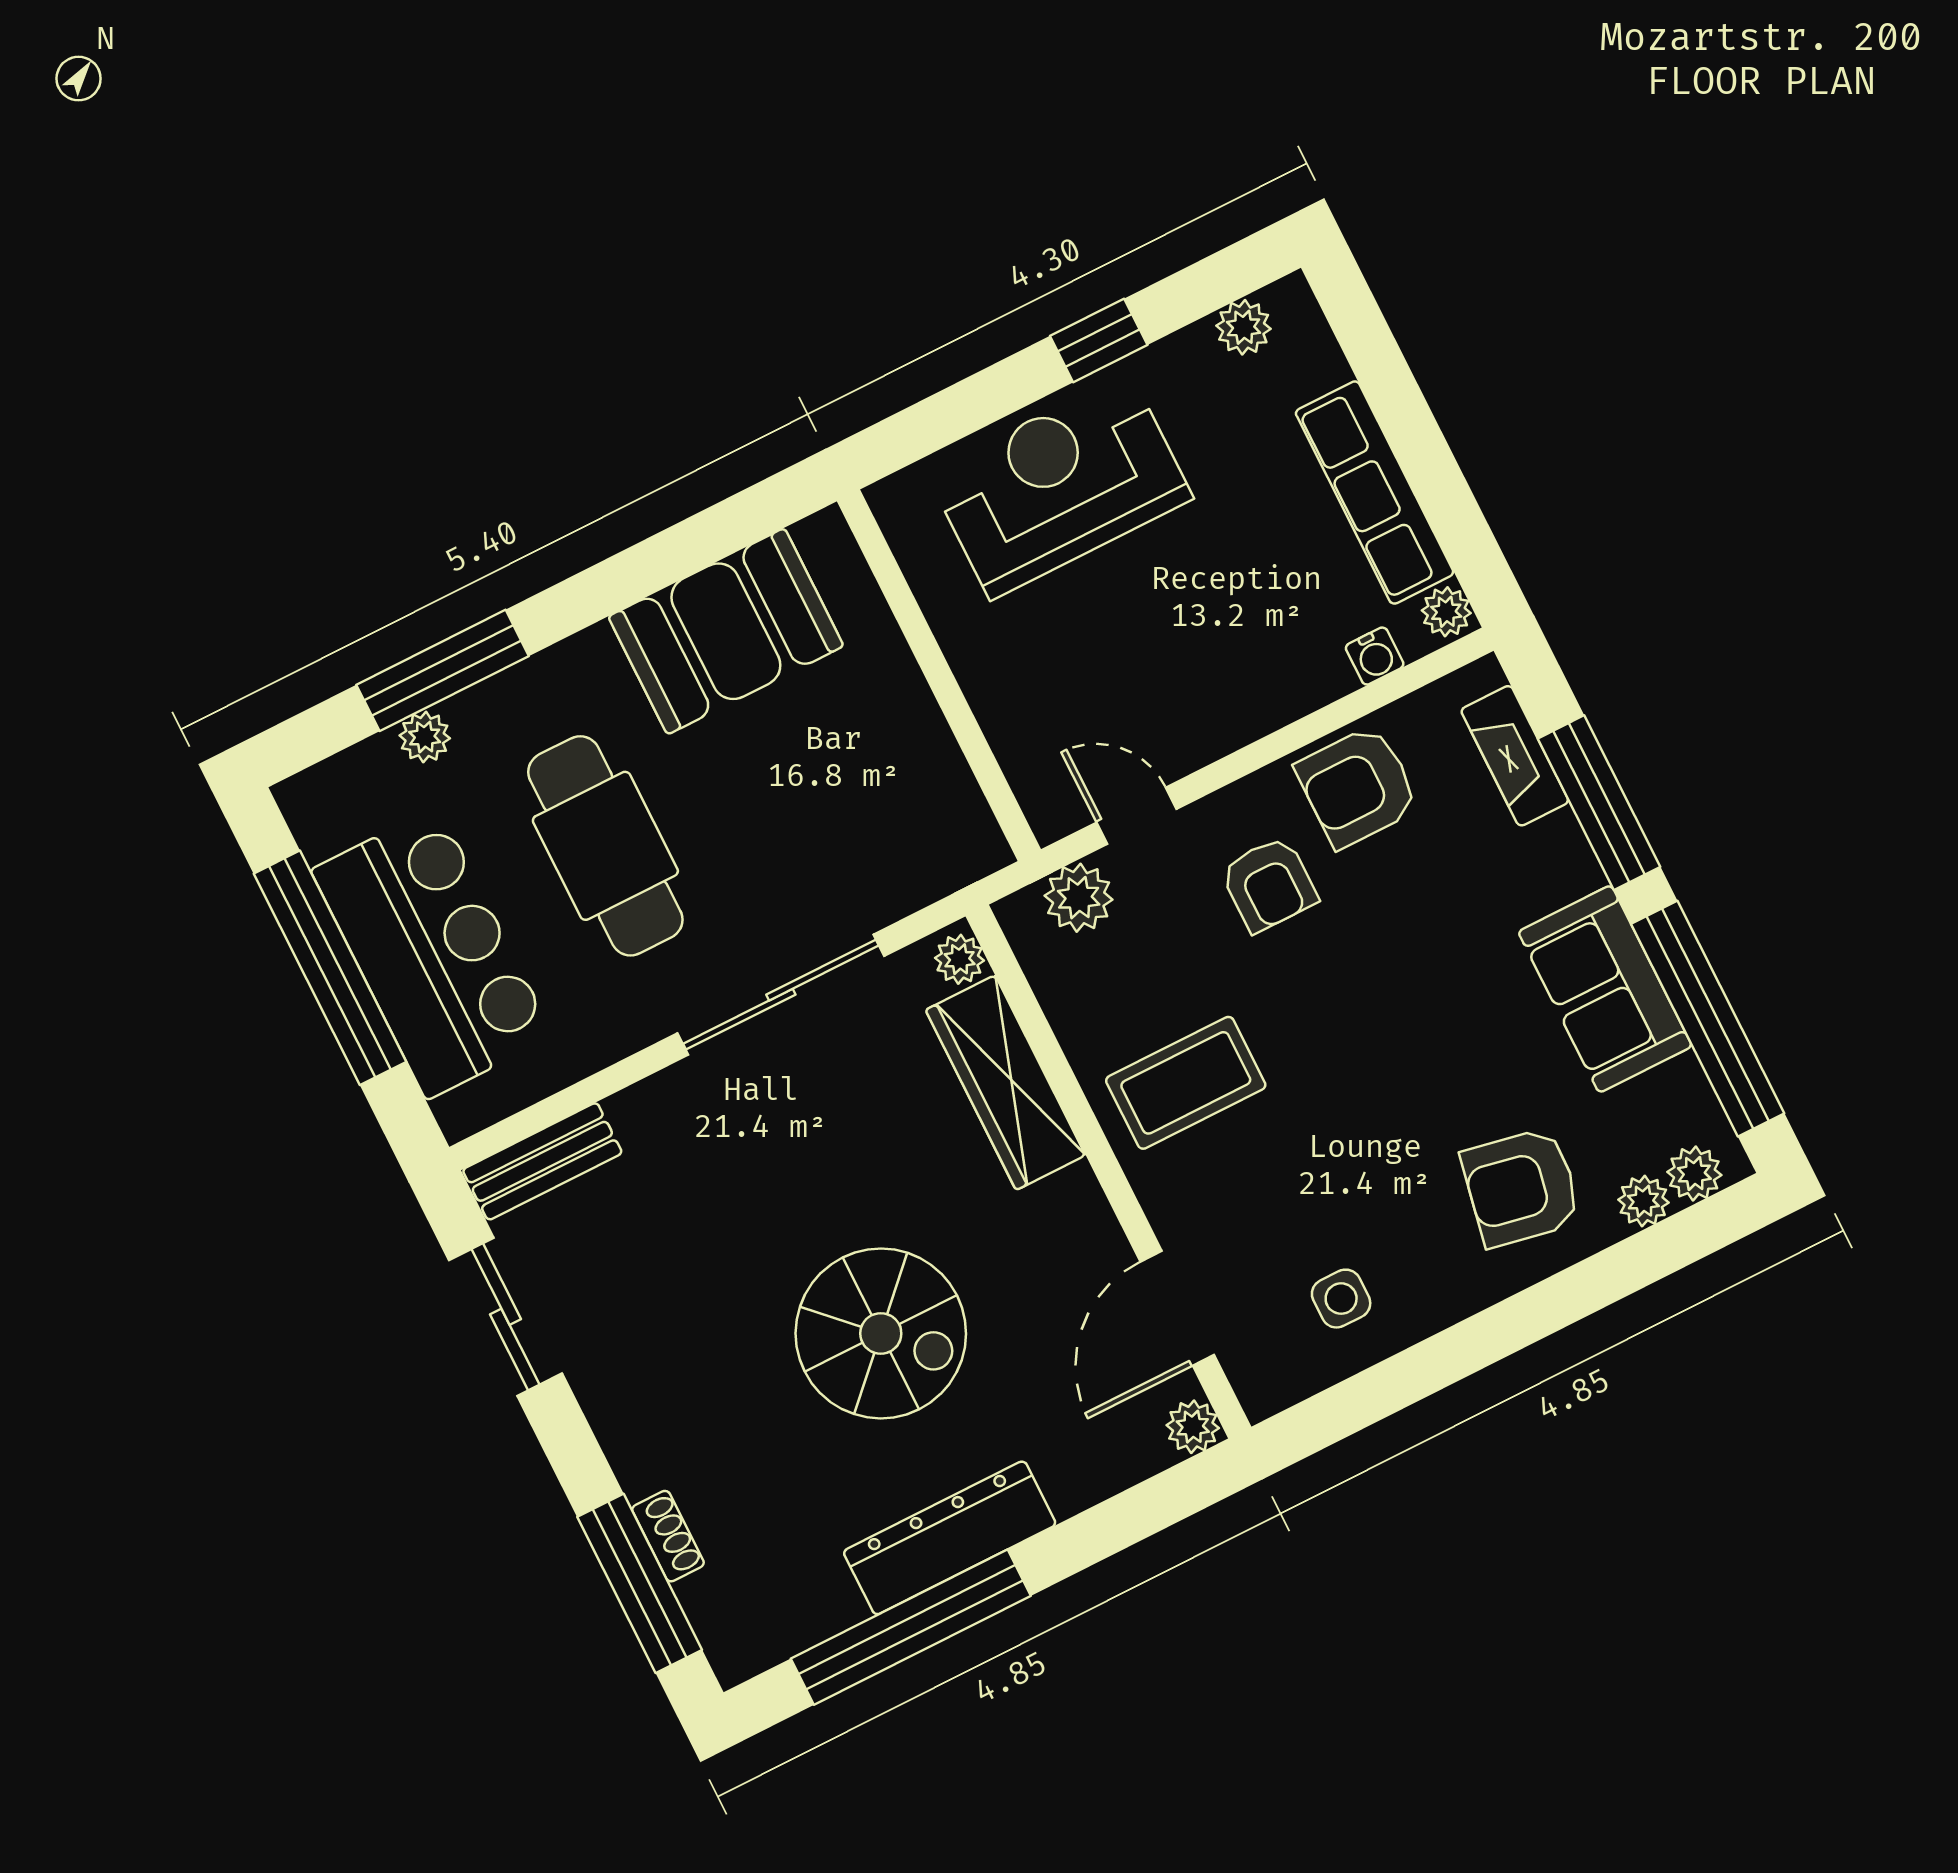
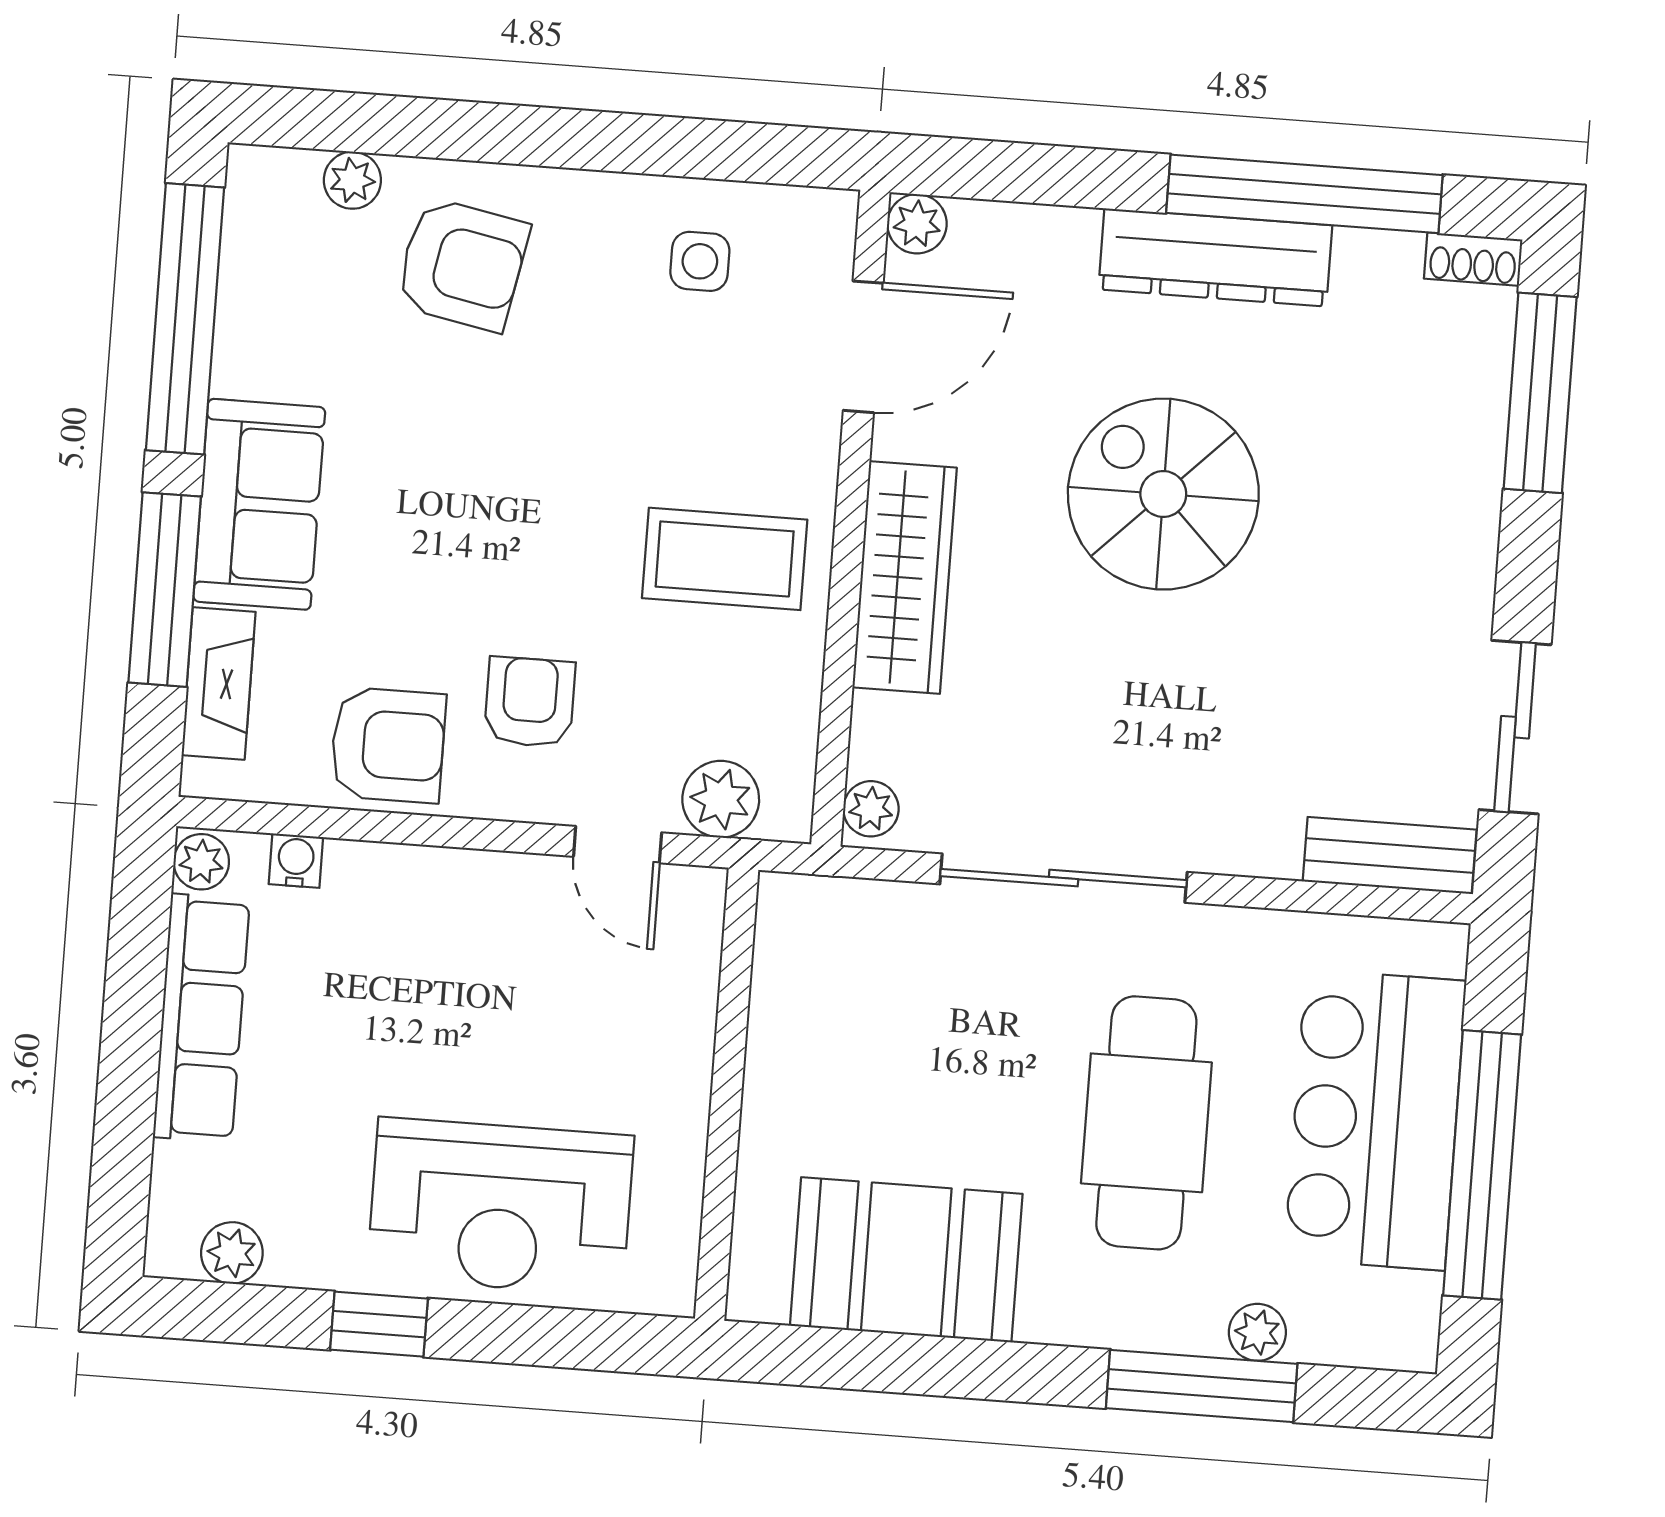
sofa: (1605, 989) -> (259, 504), moved
wardrobe: (1005, 1083) -> (905, 577), moved
plant: (1694, 1174) -> (287, 177), removed
shoe rack: (668, 1536) -> (1473, 259), moved, turned -90

